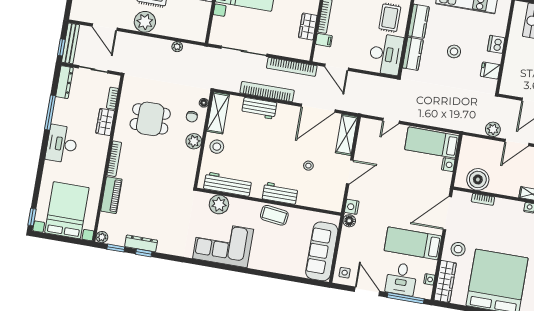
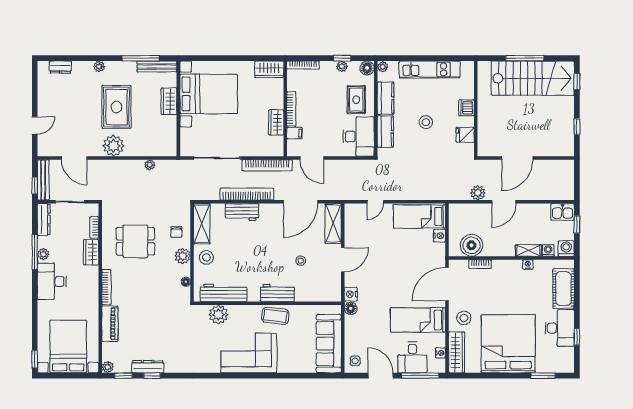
floor lamp: (204, 103) -> (186, 282), moved
plant: (58, 116) -> (43, 254), added
corner sofa: (223, 244) -> (249, 353), moved

